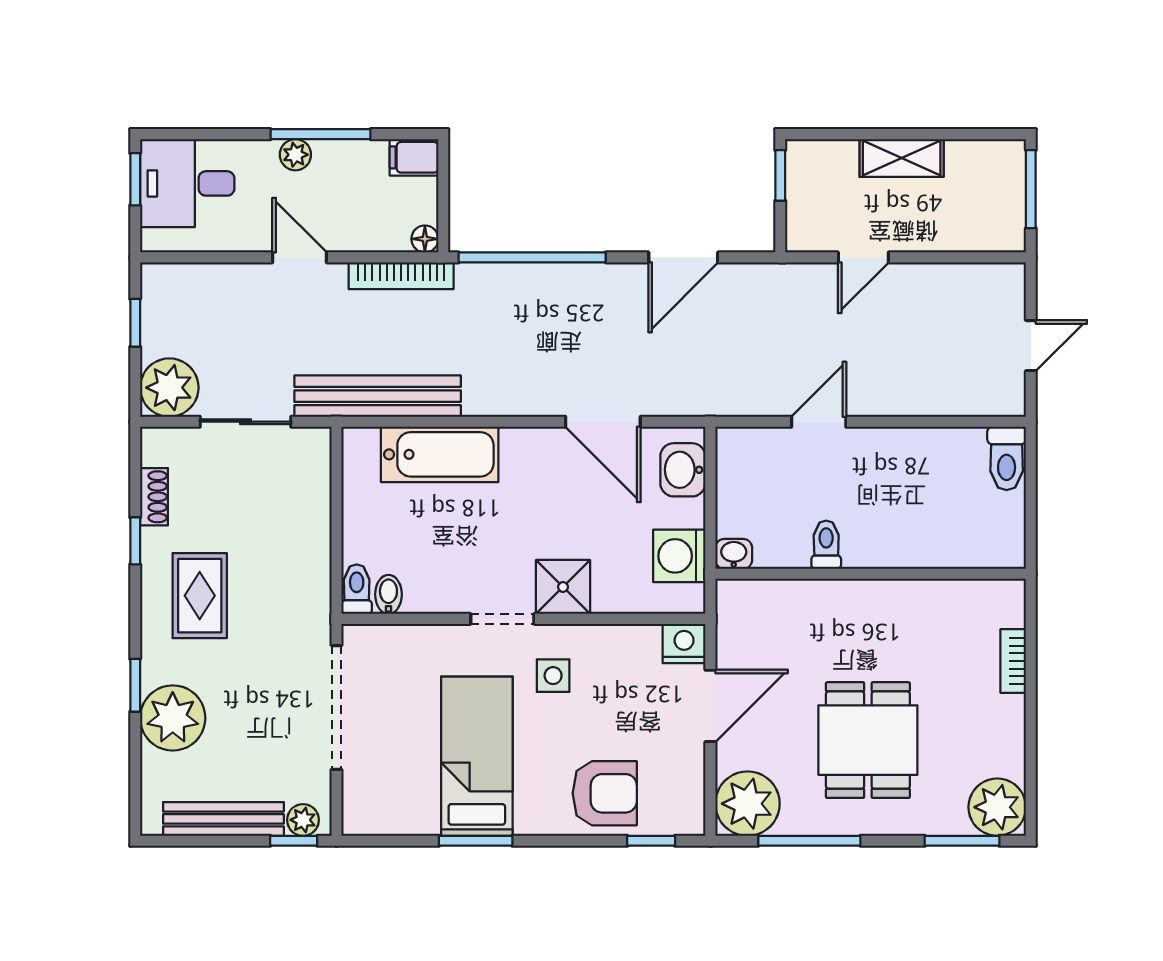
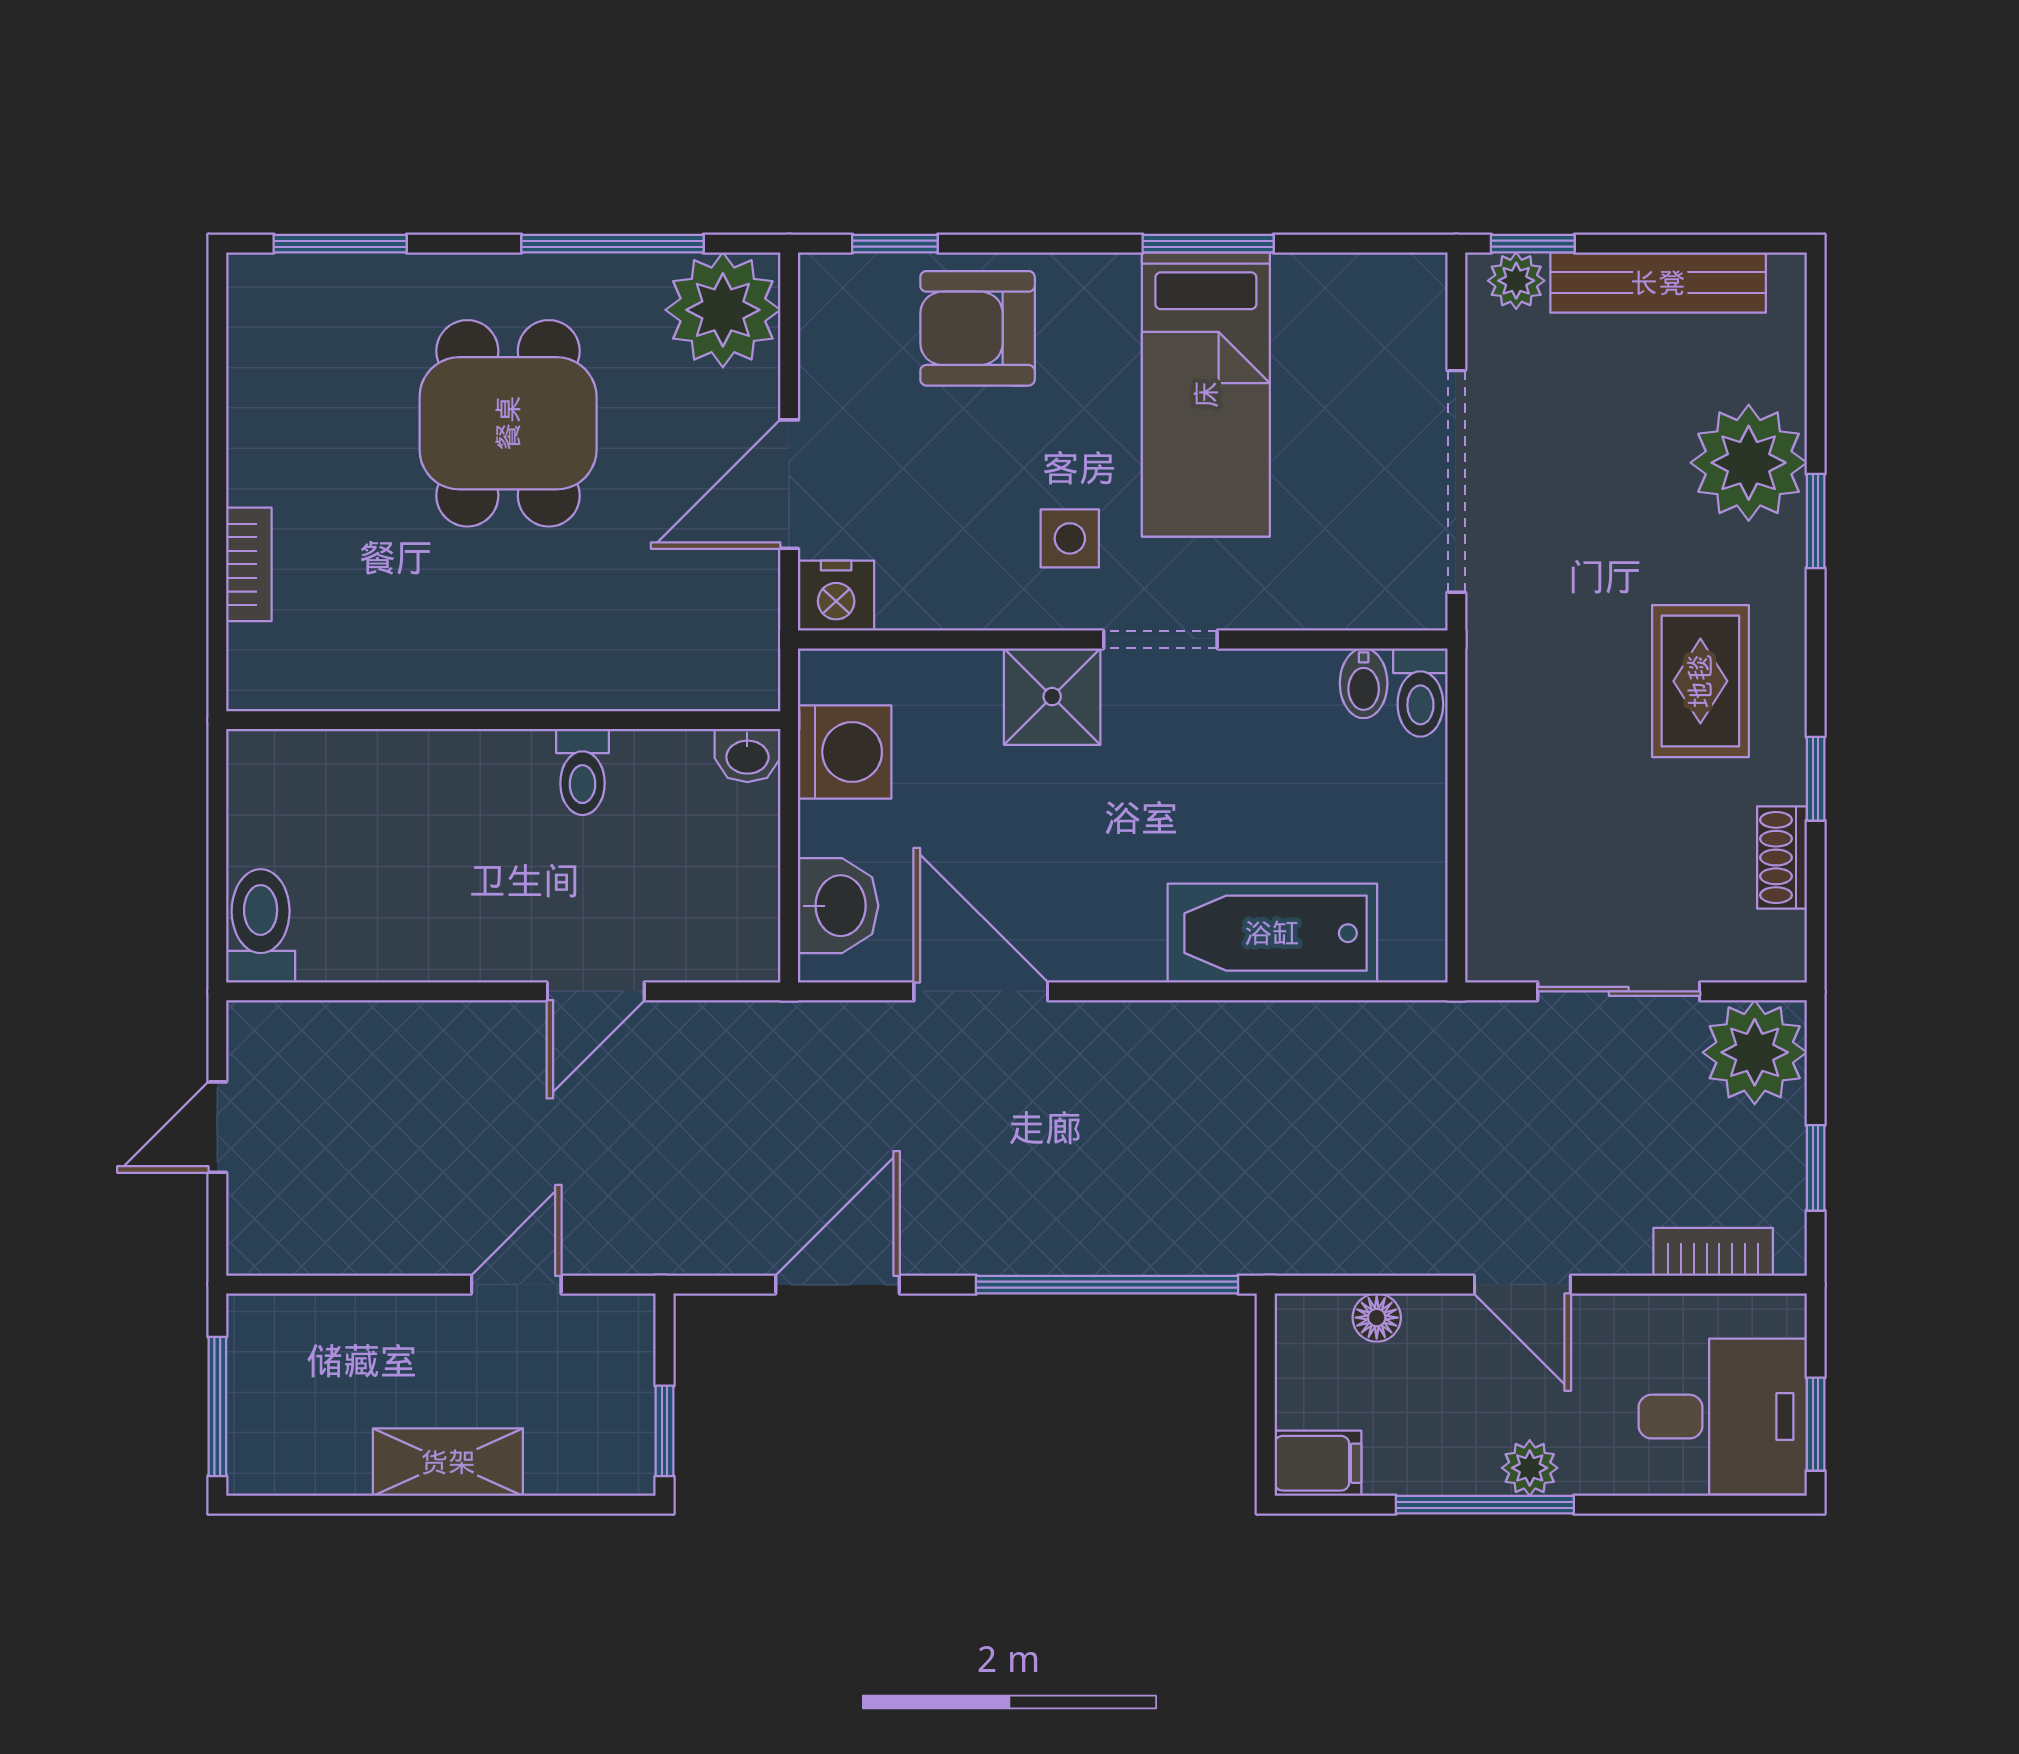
floor lamp: (425, 239) -> (1377, 1318), moved
bookcase: (401, 276) -> (1713, 1252), moved, width x0.64
bench: (378, 396) -> (1383, 1037), removed
plant: (997, 807) -> (277, 304), removed

